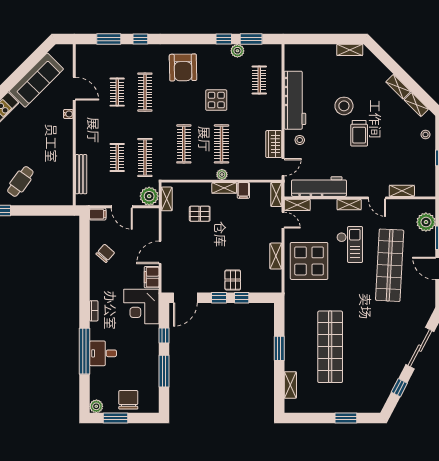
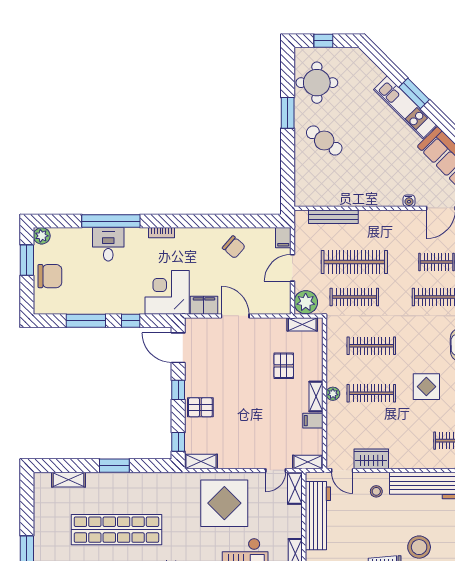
clothes rail: (117, 157) -> (354, 262), width x1.86, depth x1.31
shelving: (276, 256) -> (201, 461), moved
window: (242, 298) -> (178, 442), moved

